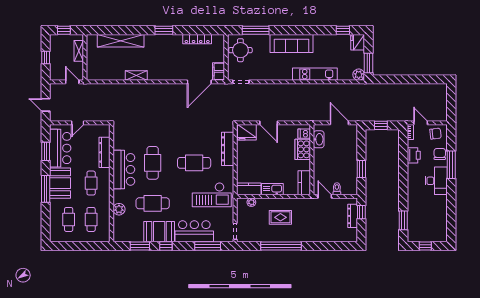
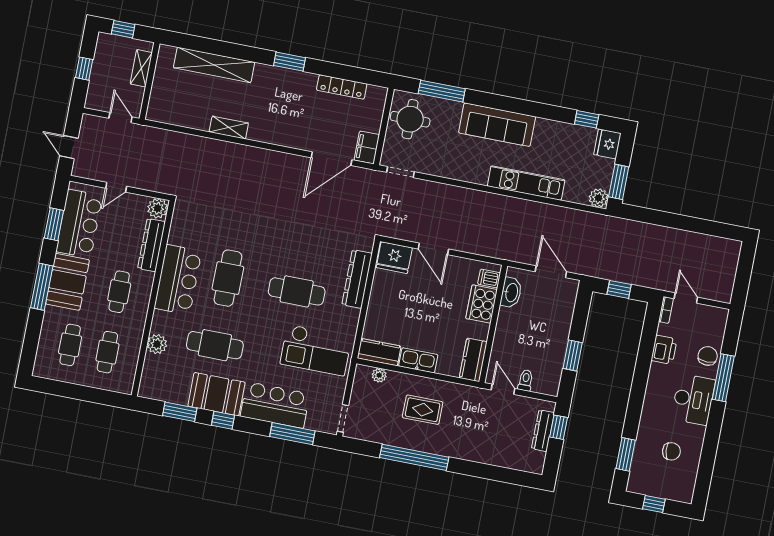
plant: (104, 130) -> (158, 208), added
chair: (435, 134) -> (671, 451), moved

